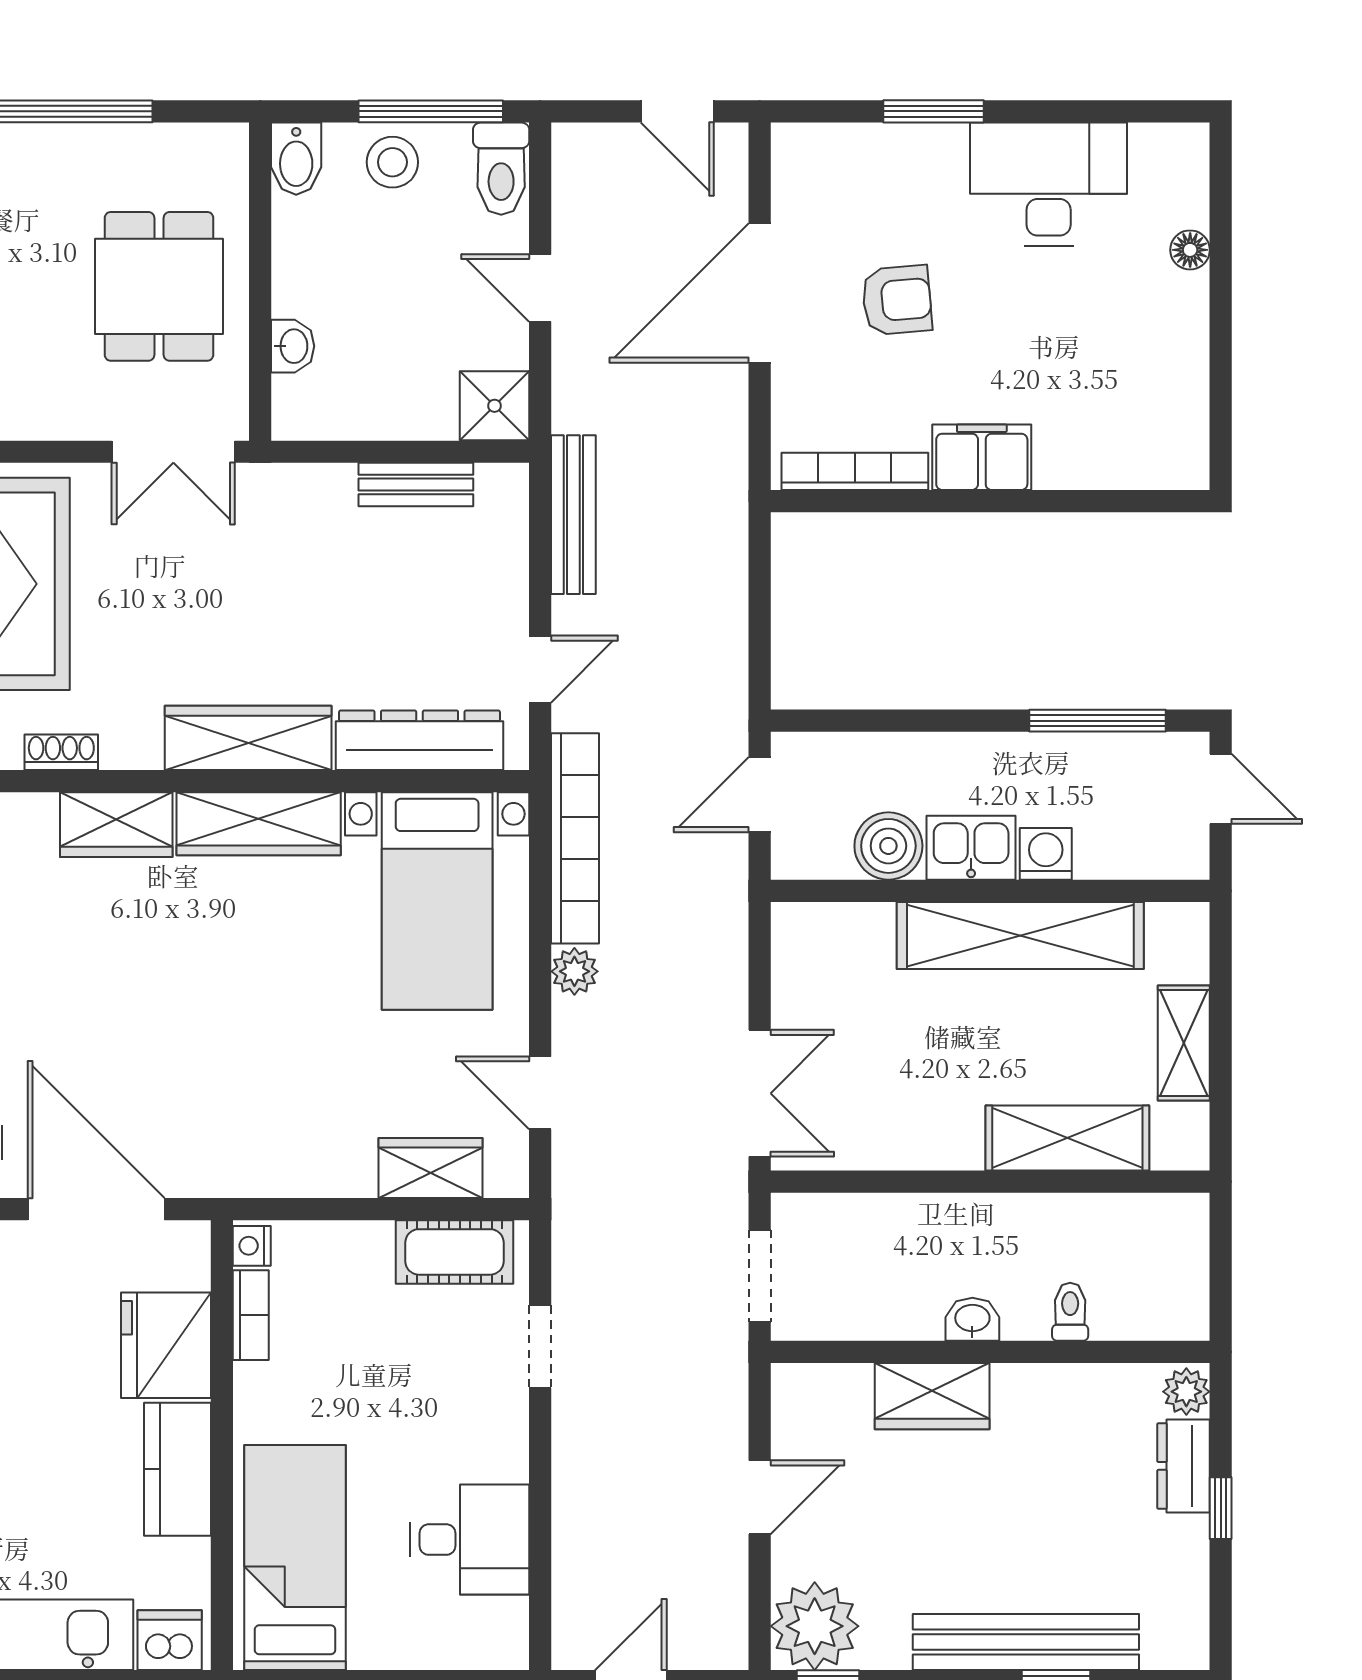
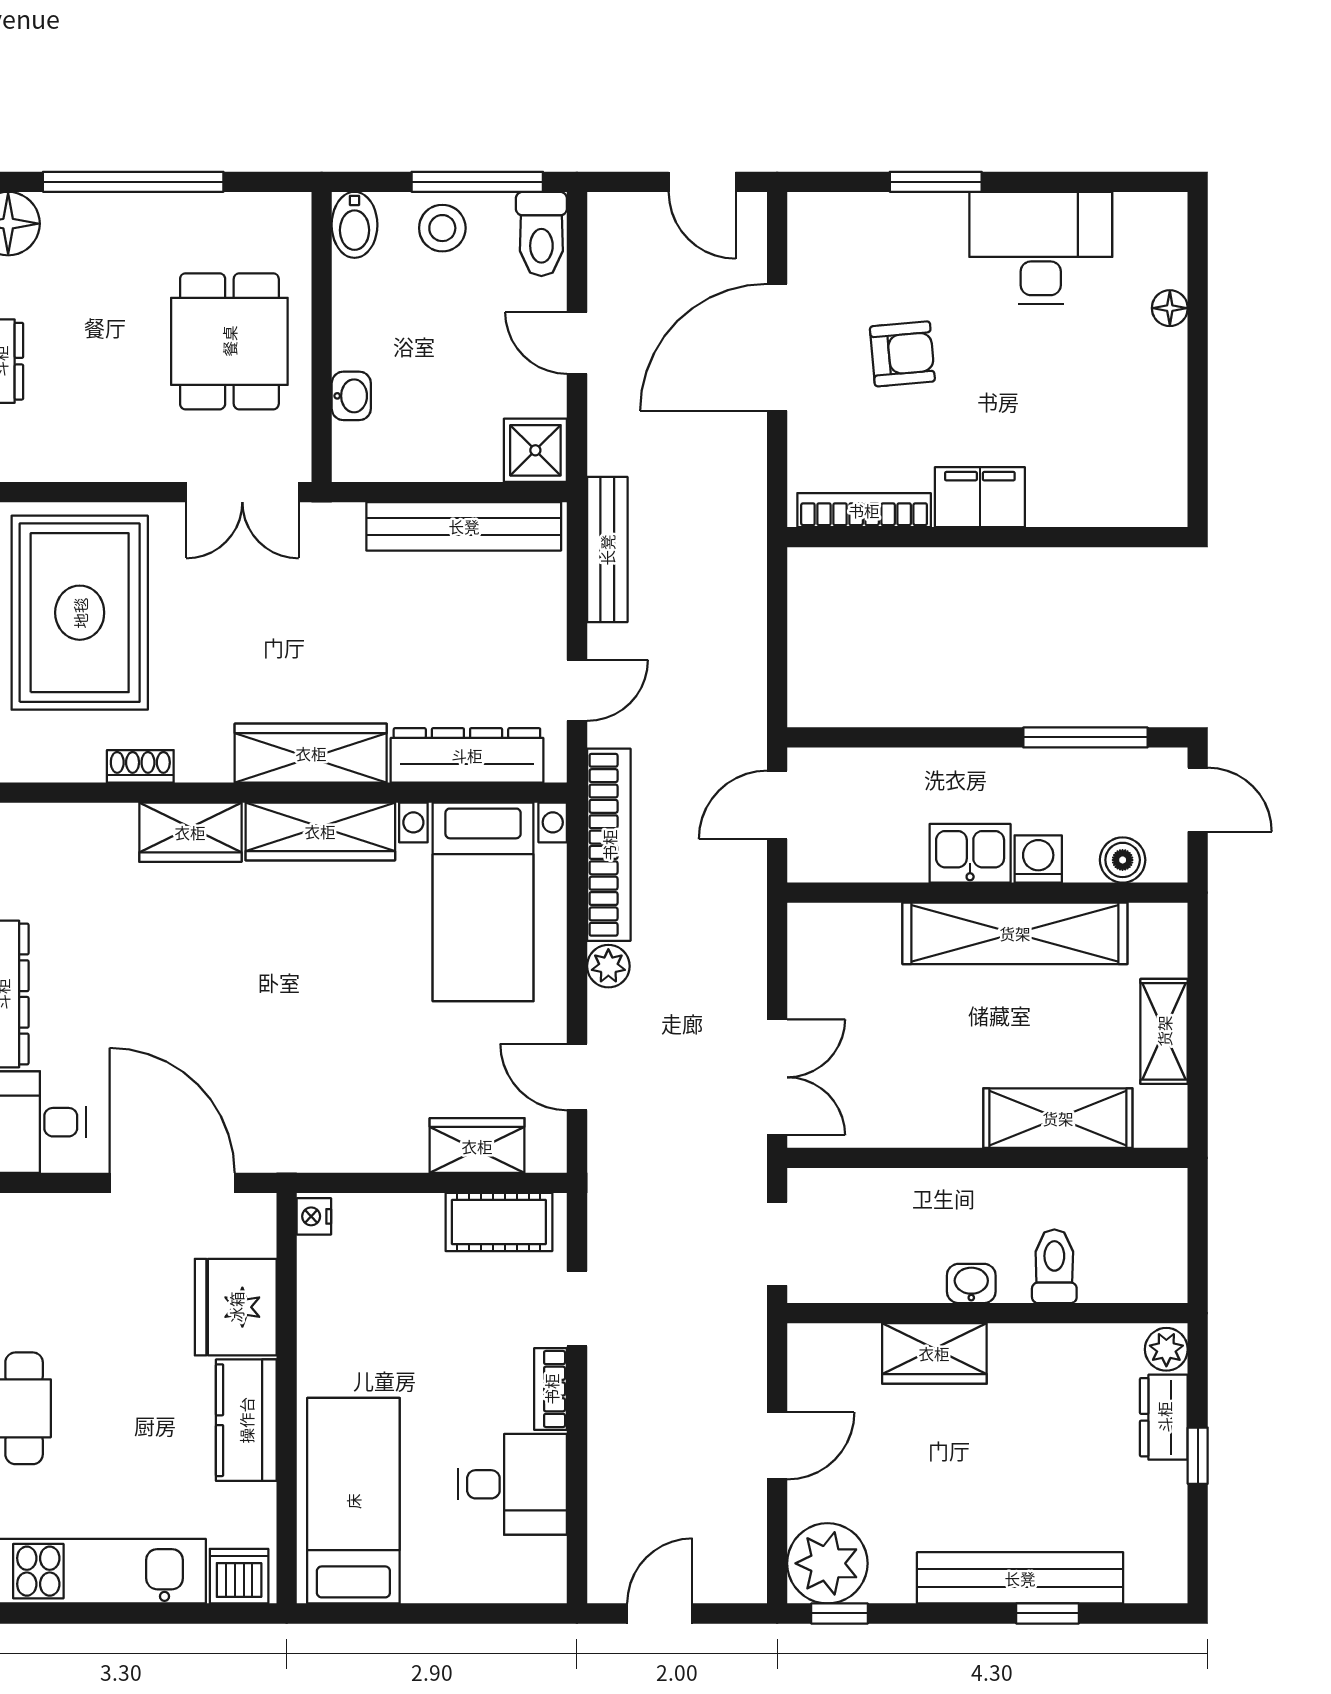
bench: (416, 485) -> (464, 526), width x1.86, depth x1.21
boiler: (888, 846) -> (1123, 860), moved, width x0.73, depth x0.73
toilet: (1070, 1312) -> (1054, 1266), width x1.37, depth x1.39
bookcase: (251, 1315) -> (551, 1389), moved, turned 180

